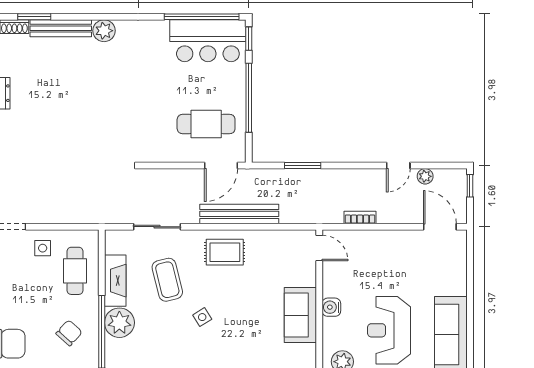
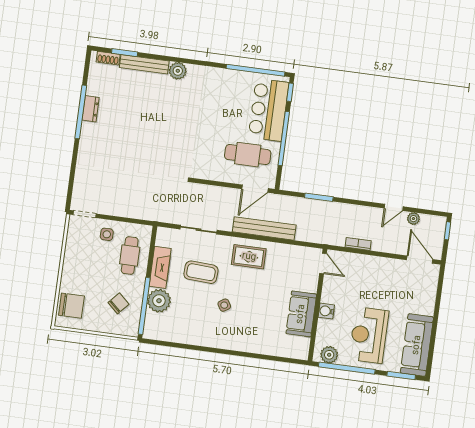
bar counter: (208, 41) -> (269, 110), moved, turned 90
coffee table: (167, 280) -> (201, 272), turned -73

